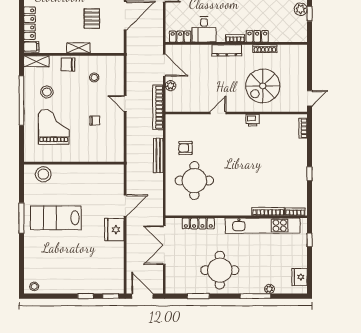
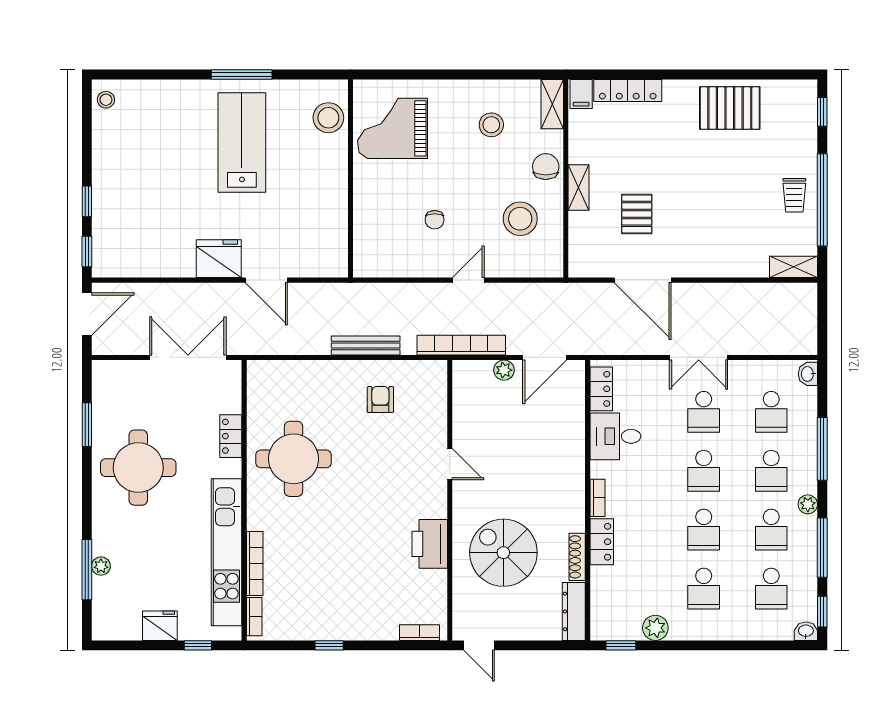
window: (310, 14) -> (621, 645), moved
pallet: (92, 19) -> (637, 214), turned 90
dresser: (227, 50) -> (574, 611), moved
stool: (94, 77) -> (520, 219), width x1.89, depth x1.89
window: (21, 100) -> (475, 74), removed
printer: (253, 120) -> (430, 544), width x1.87, depth x1.48
grand piano: (54, 127) -> (392, 128), moved, turned 180
round table: (194, 181) -> (294, 459), moved
locker: (198, 223) -> (231, 436), width x0.66
fridge: (300, 277) -> (160, 626), moved
window: (256, 296) -> (87, 570), moved

